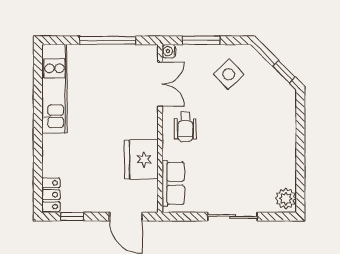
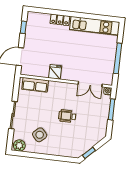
side table: (229, 74) -> (40, 135), moved
wheelchair: (185, 127) -> (67, 116), moved
fridge: (141, 159) -> (55, 72), width x0.53, depth x0.75
locker: (51, 195) -> (60, 20), moved

